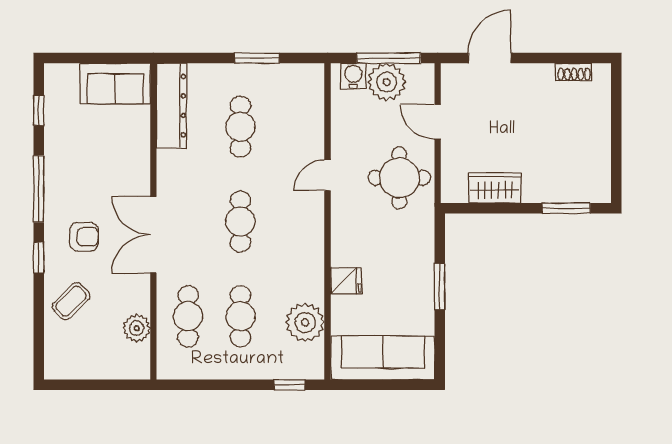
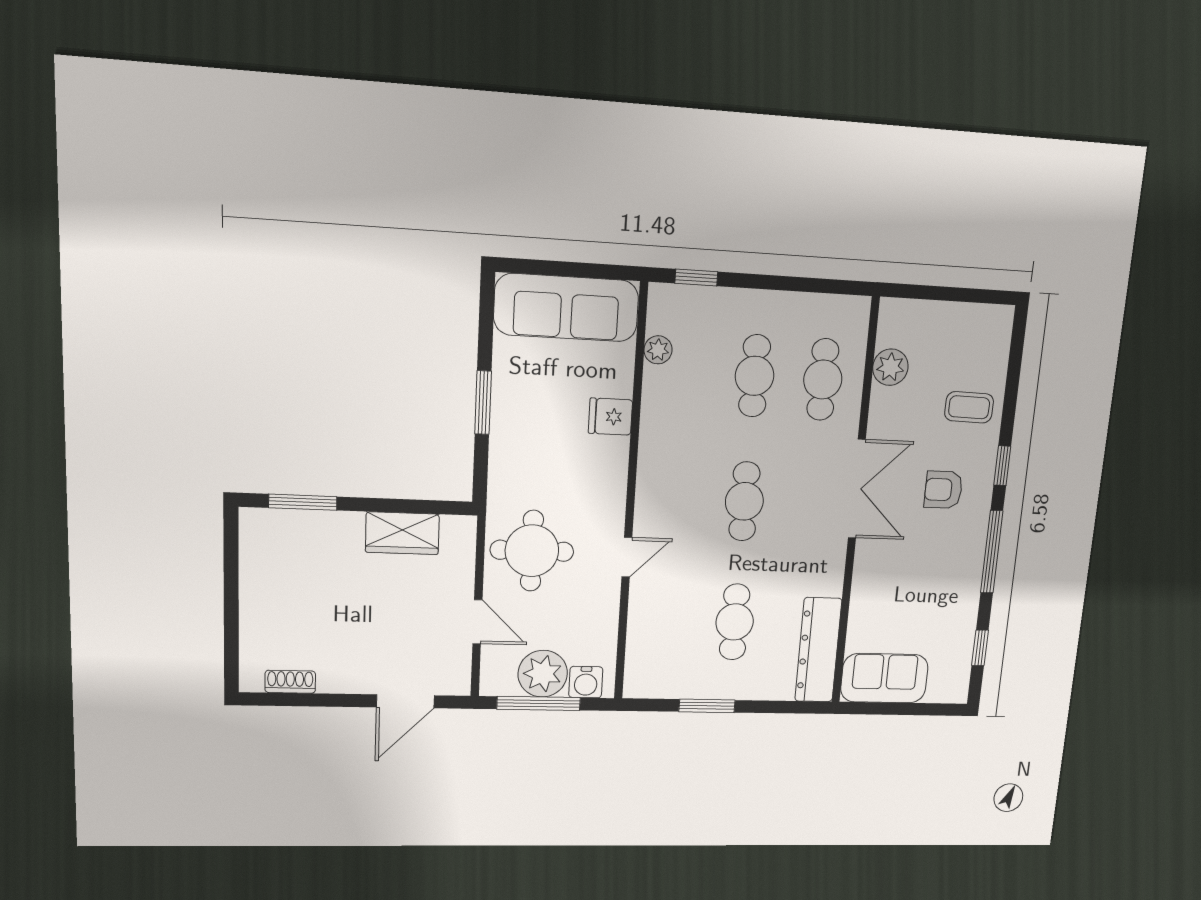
coffee table: (71, 301) -> (969, 407), turned 46
plant: (305, 322) -> (658, 350), width x0.53, depth x0.53

